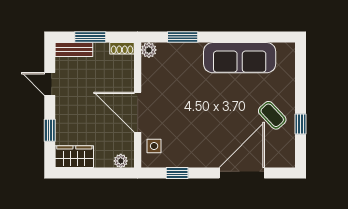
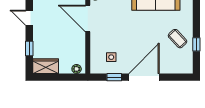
door: (138, 112) -> (88, 19), moved
side table: (154, 146) -> (111, 57), moved
door: (242, 173) -> (144, 77), moved

